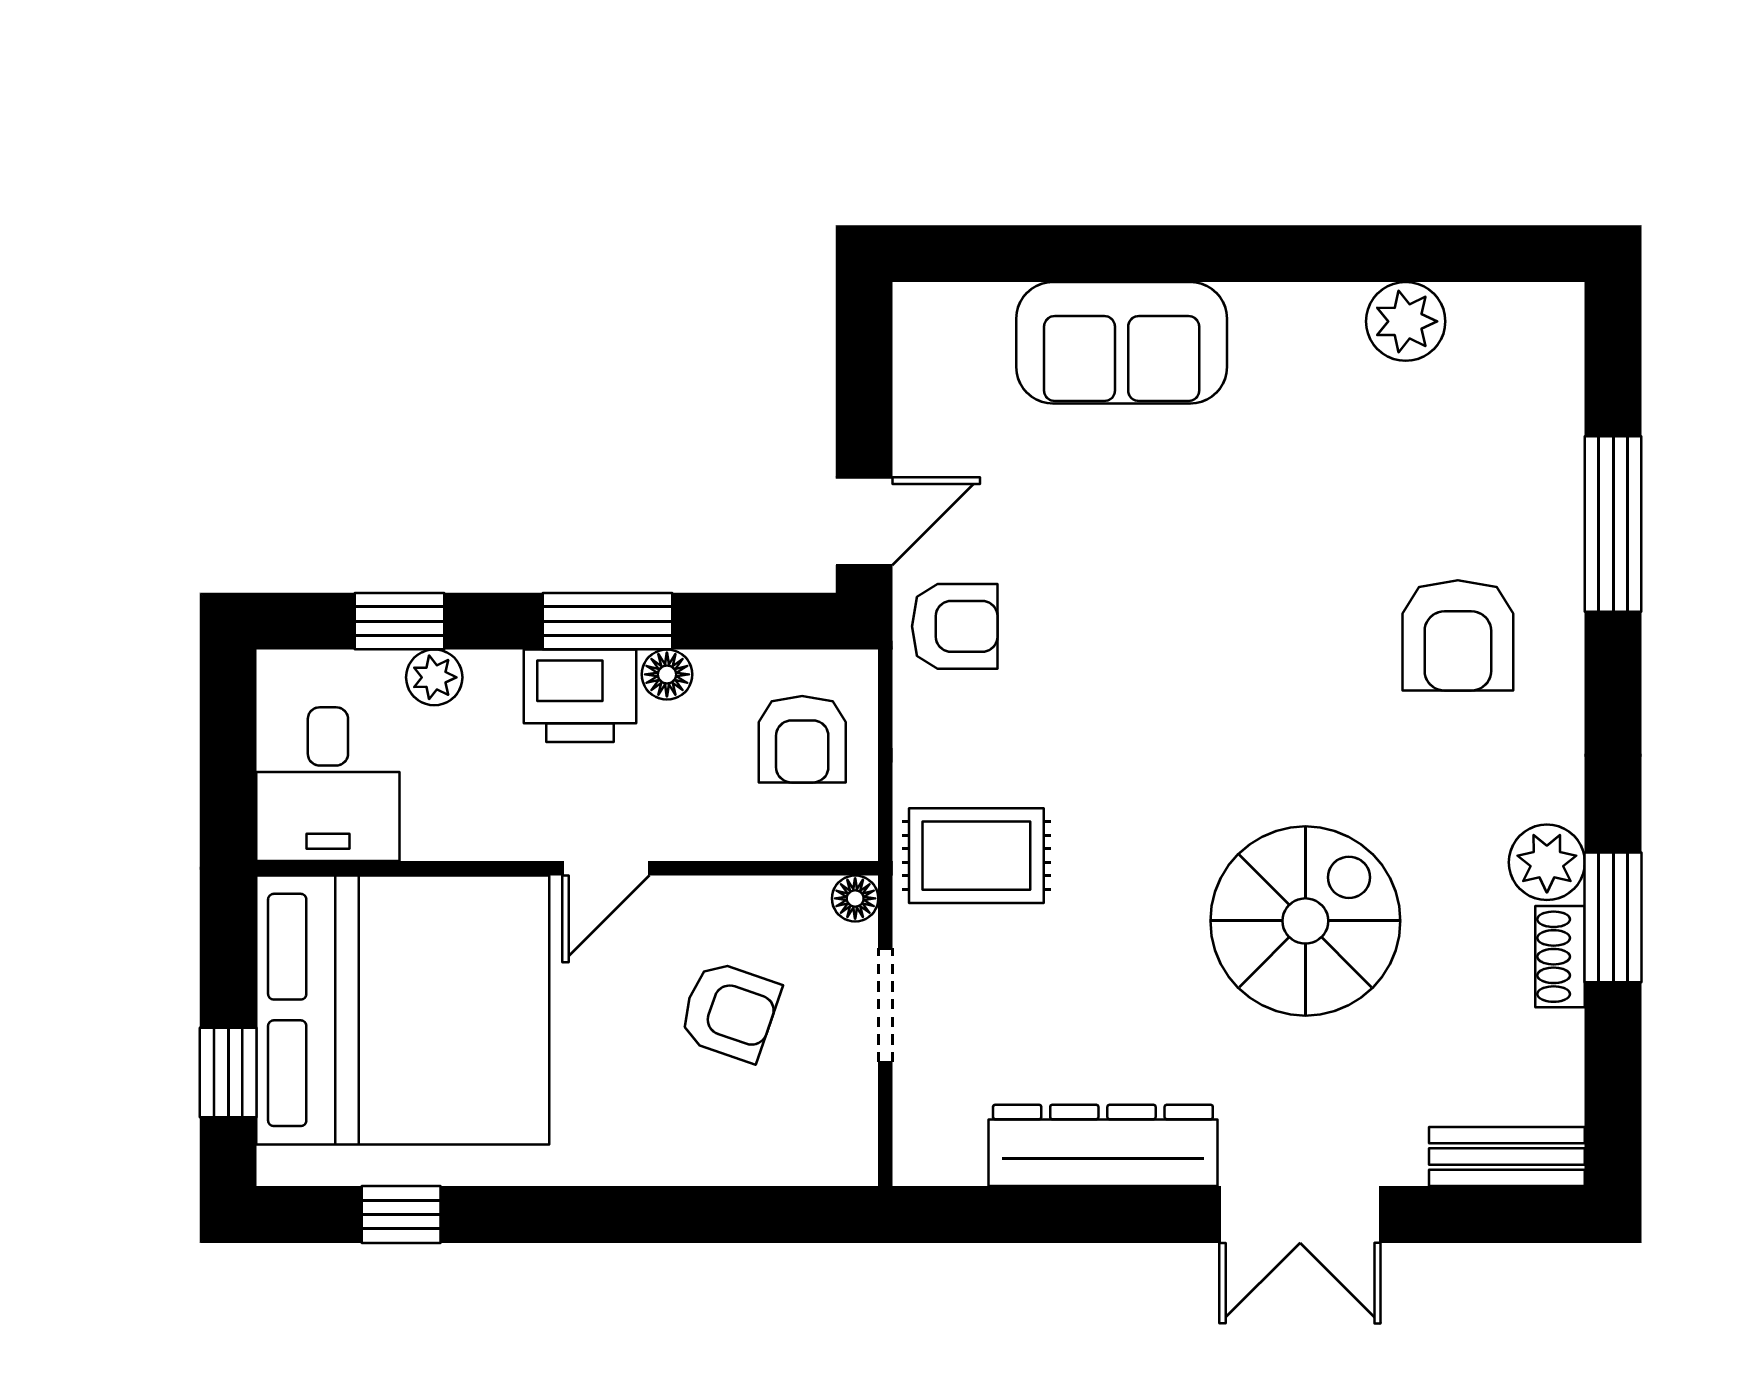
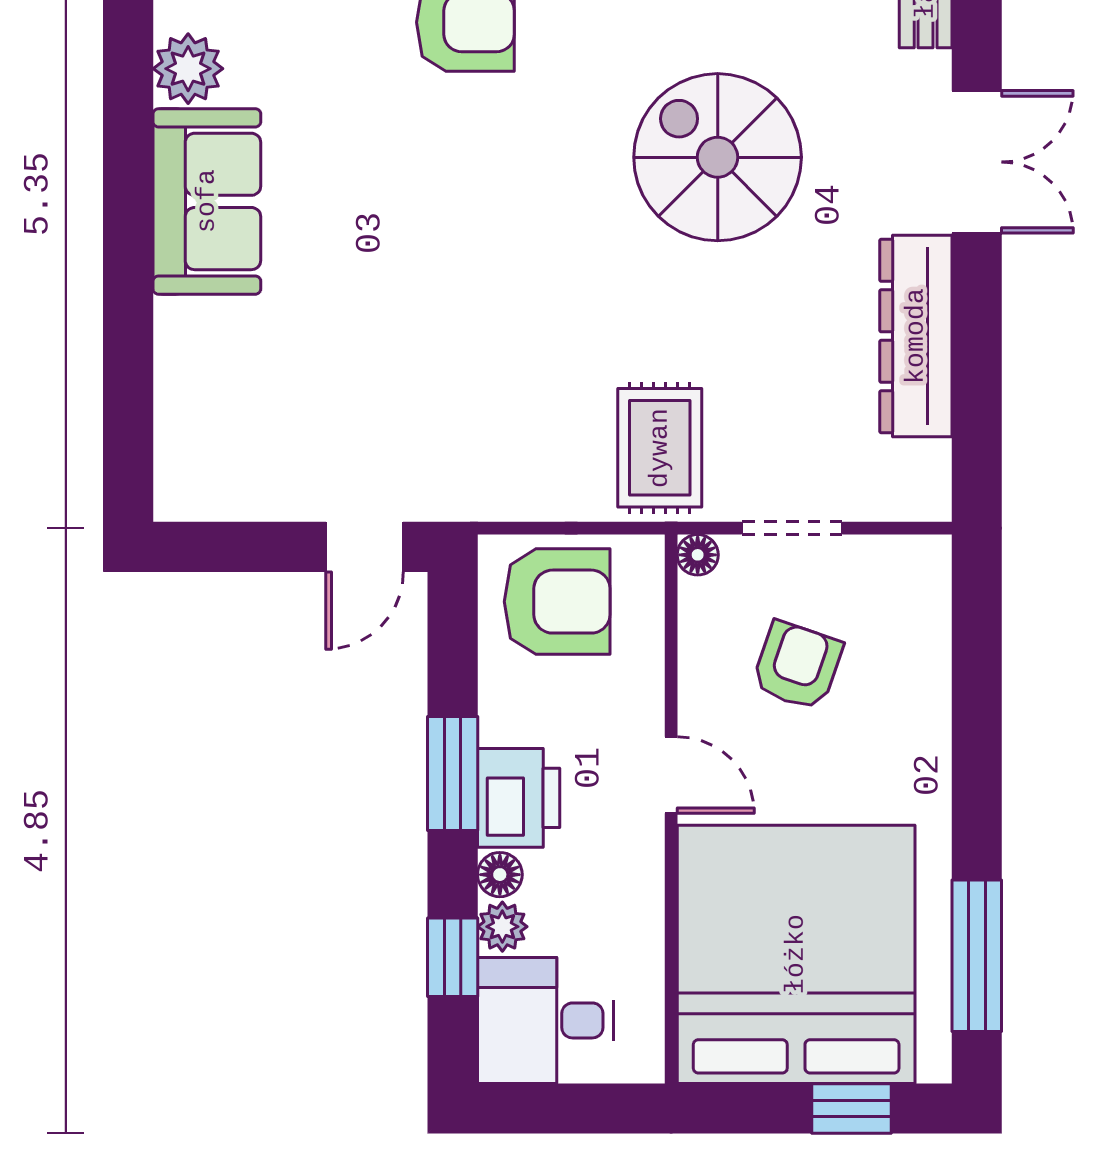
sofa: (1122, 343) -> (207, 201), moved
door: (864, 521) -> (365, 547), swing flipped
armchair: (955, 626) -> (457, 467), removed
floor lamp: (667, 674) -> (500, 875), moved
armchair: (802, 739) -> (557, 602), width x1.38, depth x1.38
desk: (328, 784) -> (546, 1020), moved, turned 180
window: (401, 1214) -> (977, 956), width x2.17

